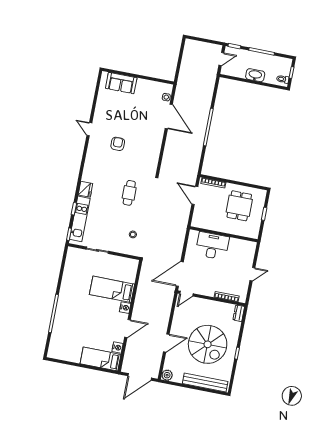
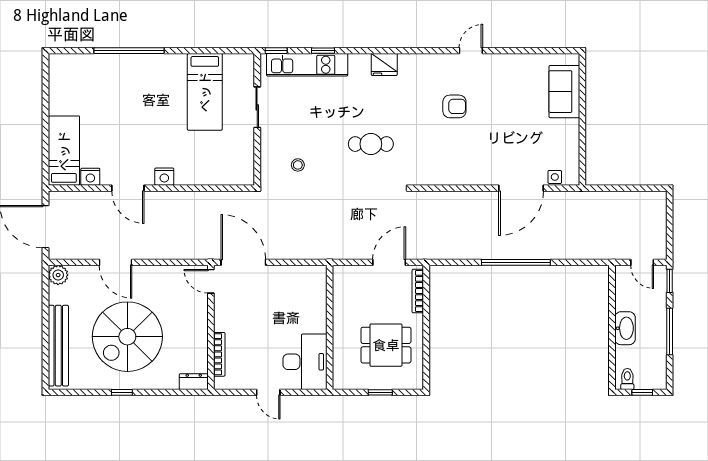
fridge: (85, 189) -> (384, 64), moved
desk: (212, 246) -> (305, 362), moved
bed: (112, 289) -> (205, 92), moved, turned 180

